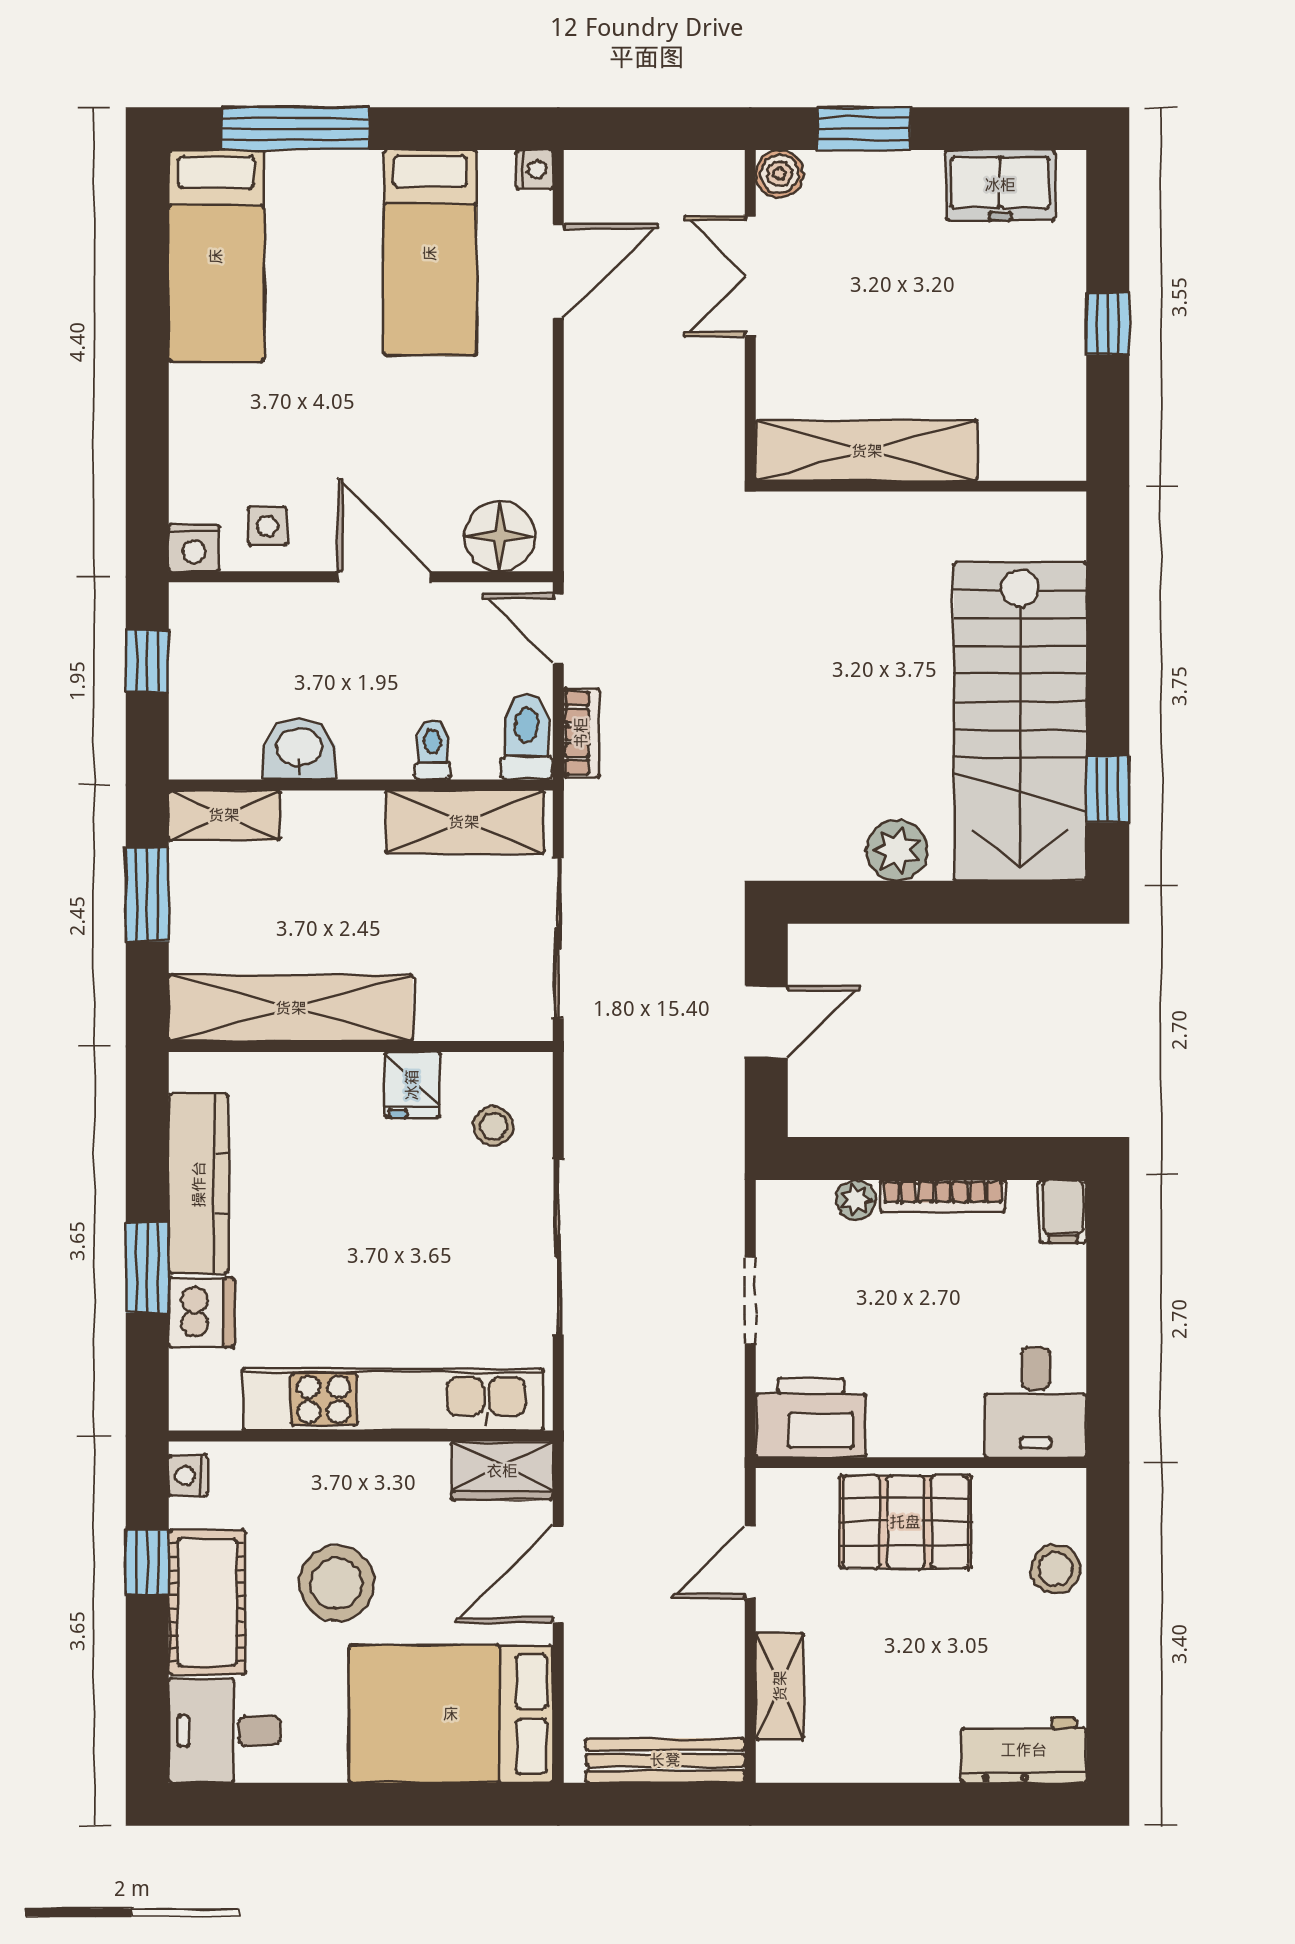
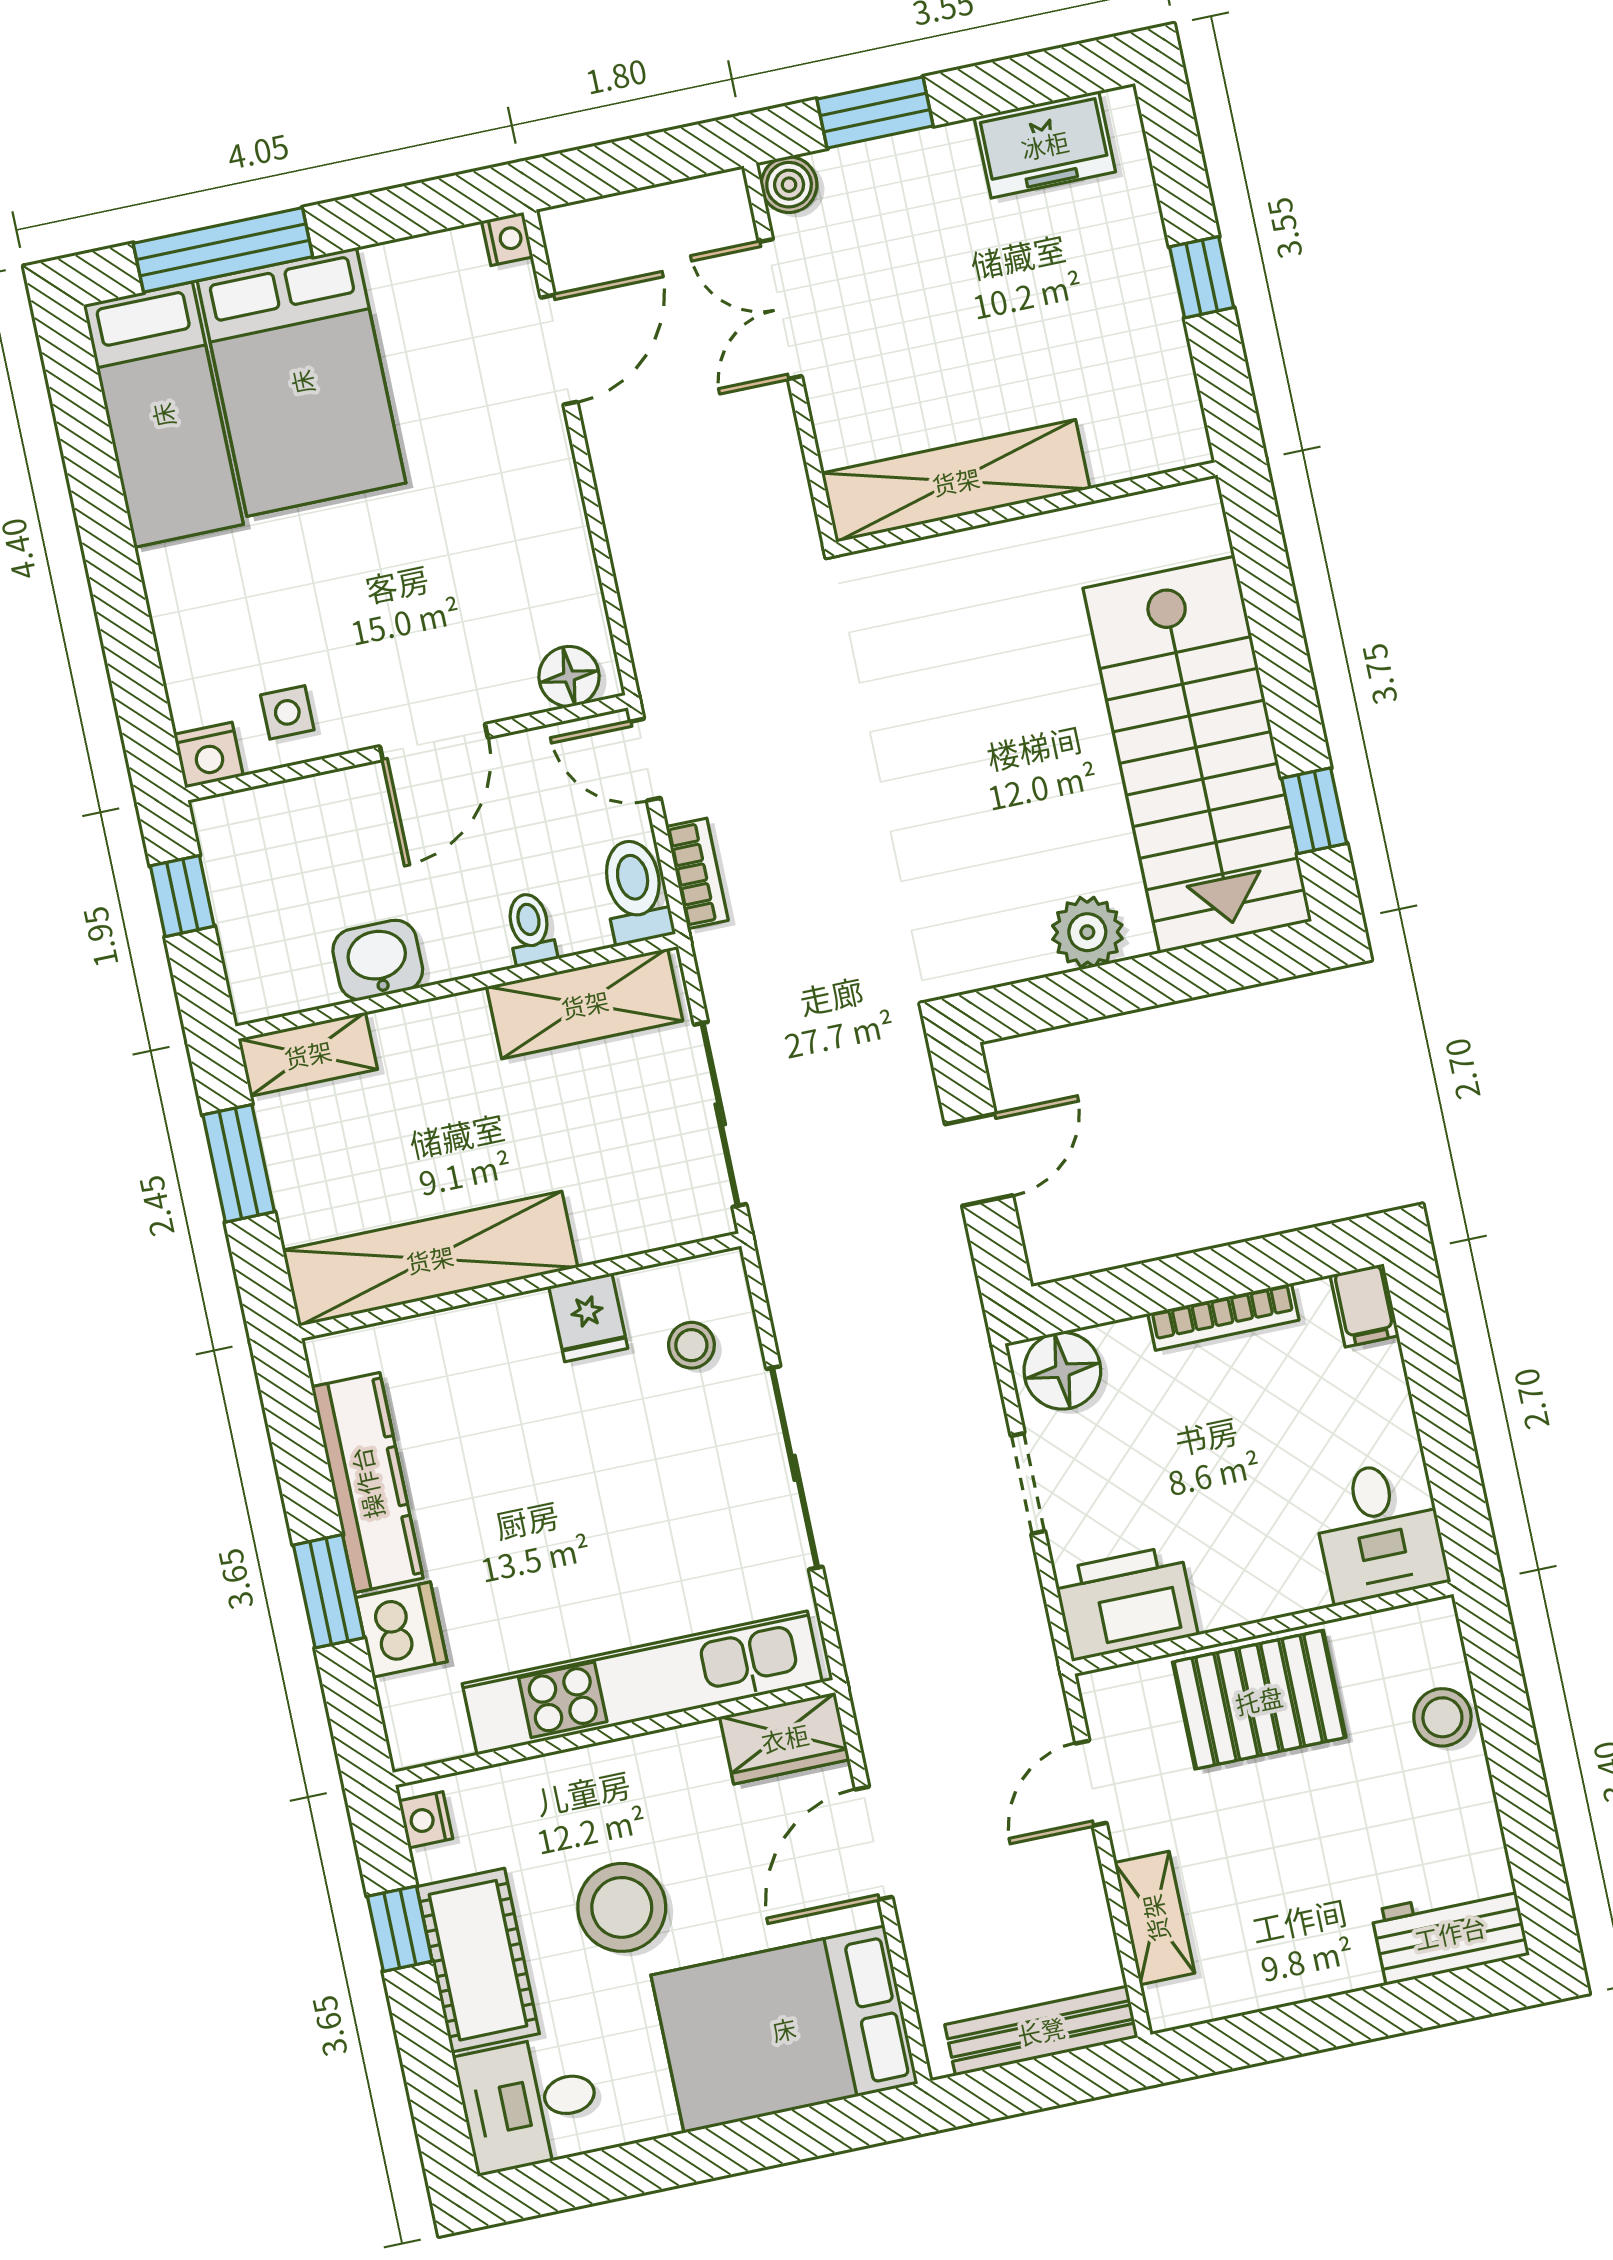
bed: (430, 253) -> (302, 382), moved, width x1.50
floor lamp: (499, 536) -> (569, 676), width x0.73, depth x0.73
door: (385, 577) -> (434, 742), swing flipped
plant: (856, 1200) -> (1125, 1342), removed
floor lamp: (799, 1213) -> (1062, 1371), added

